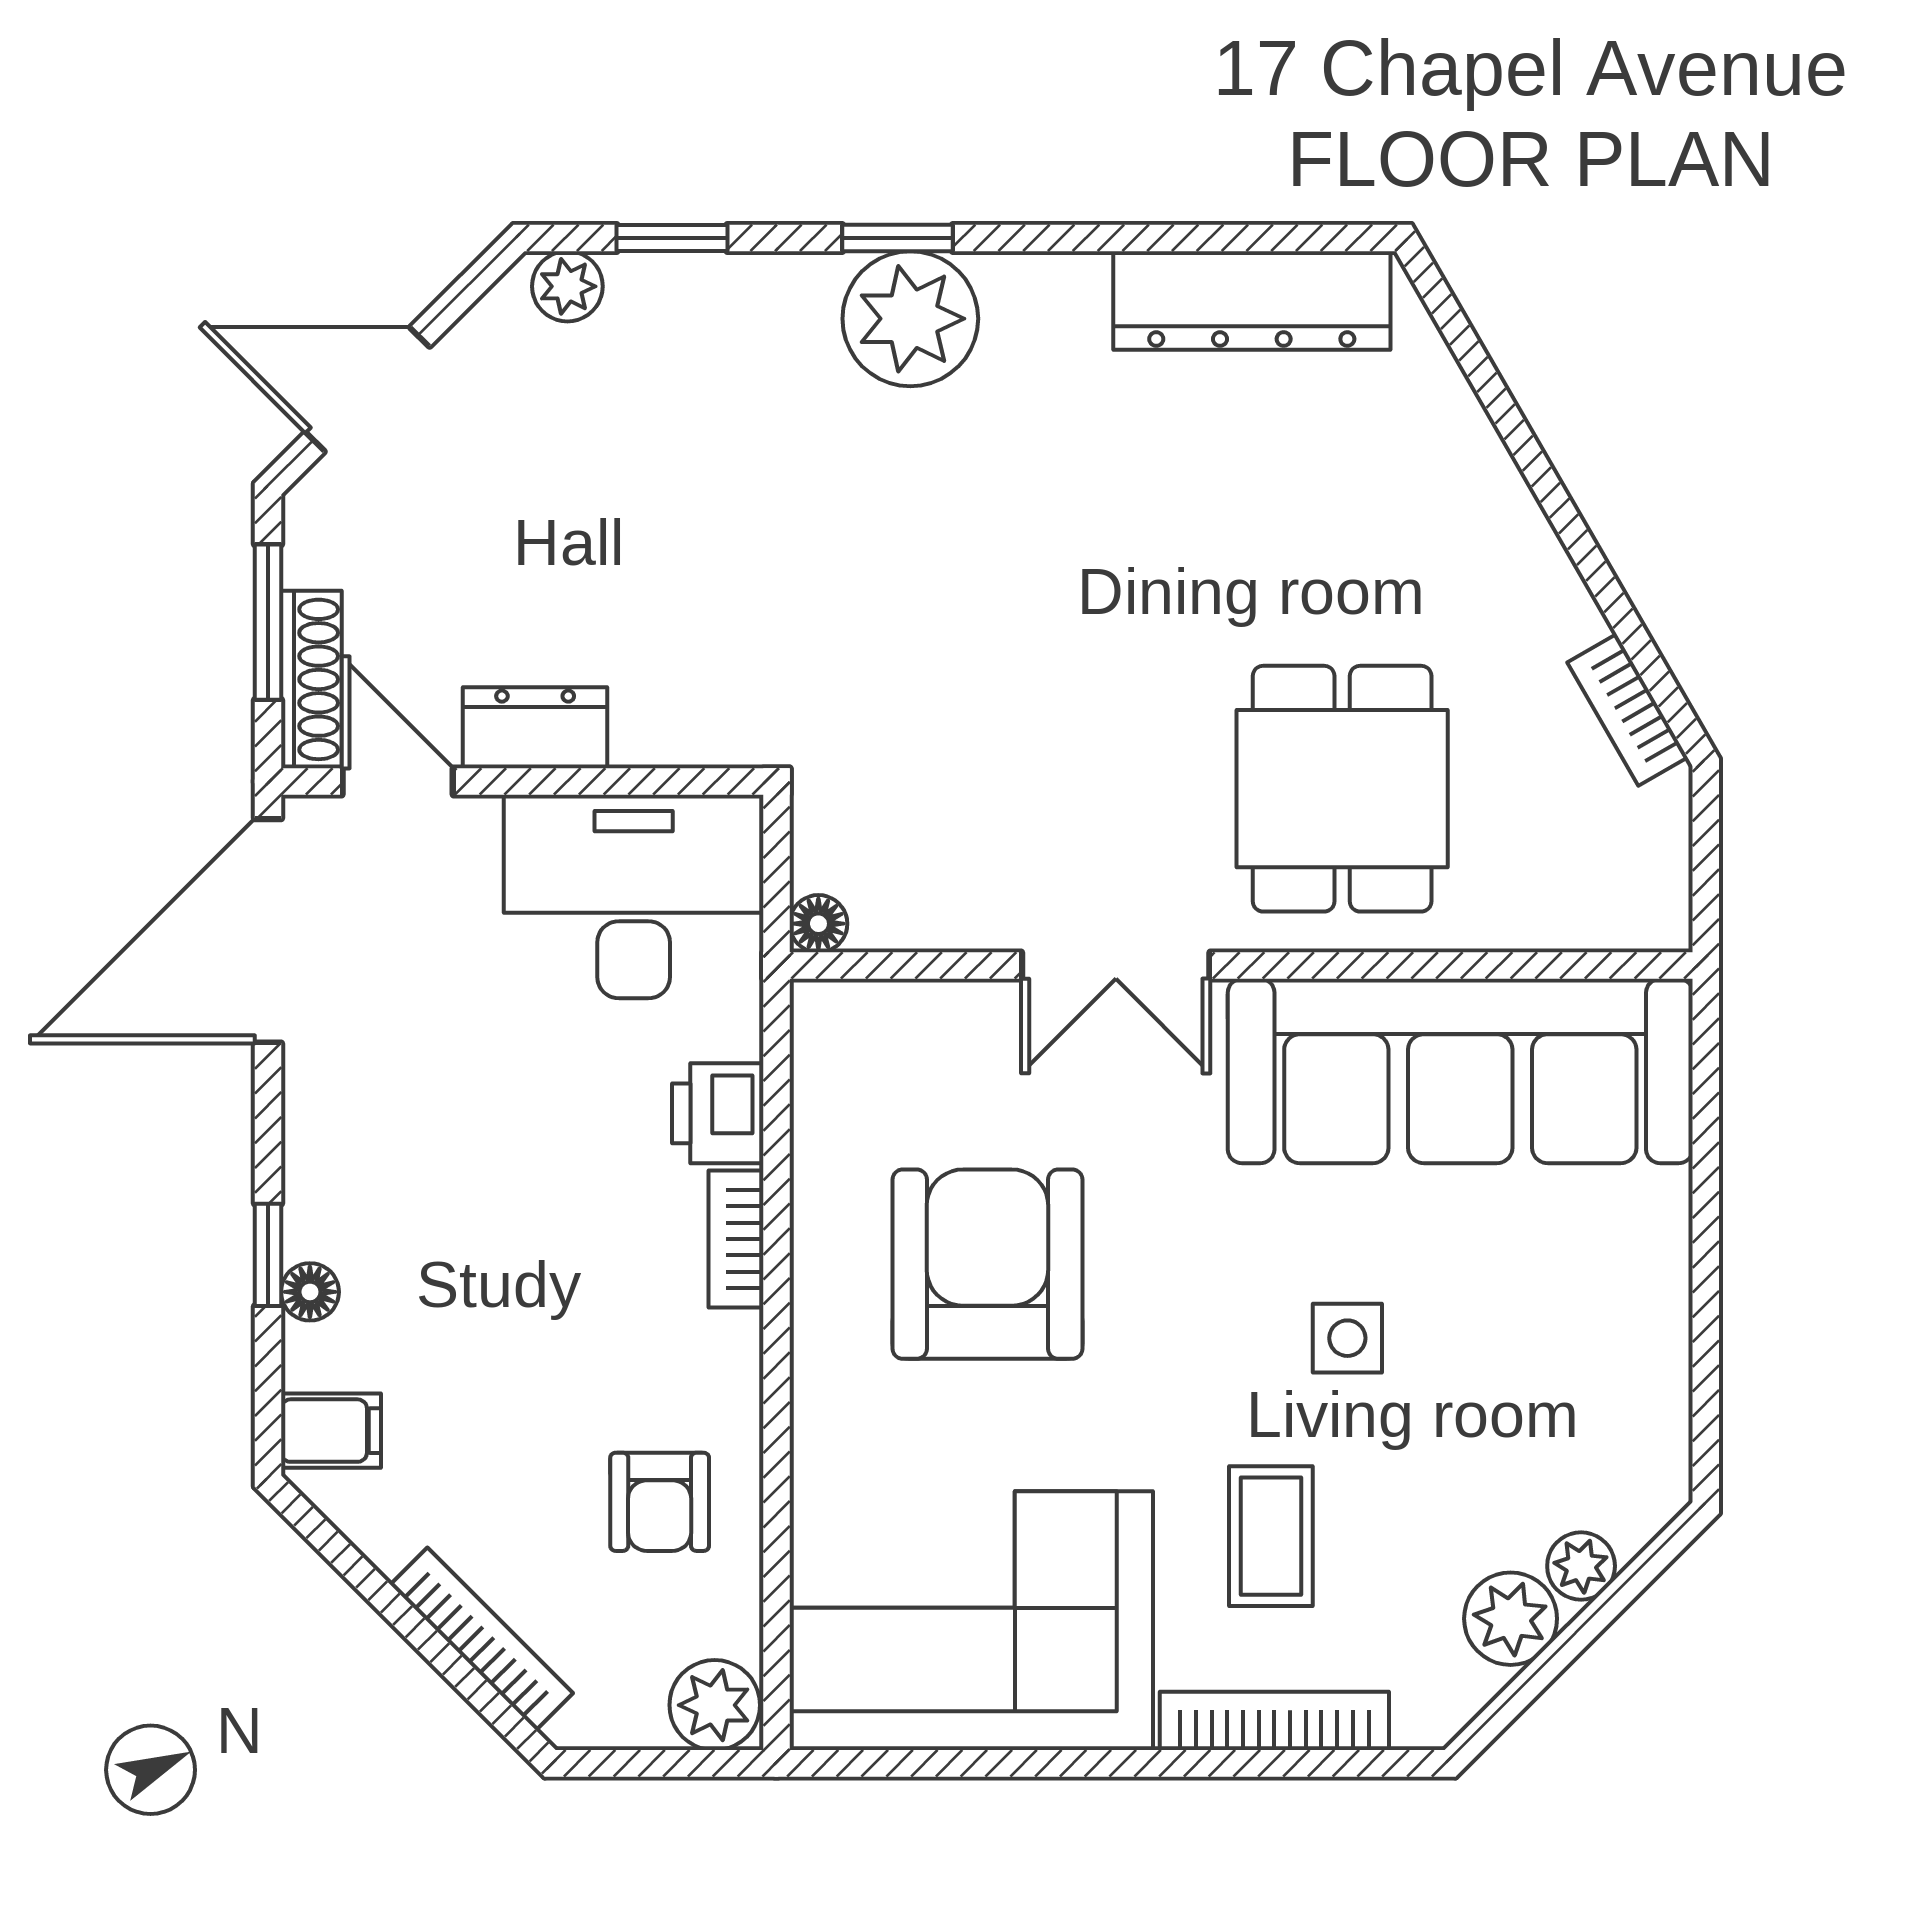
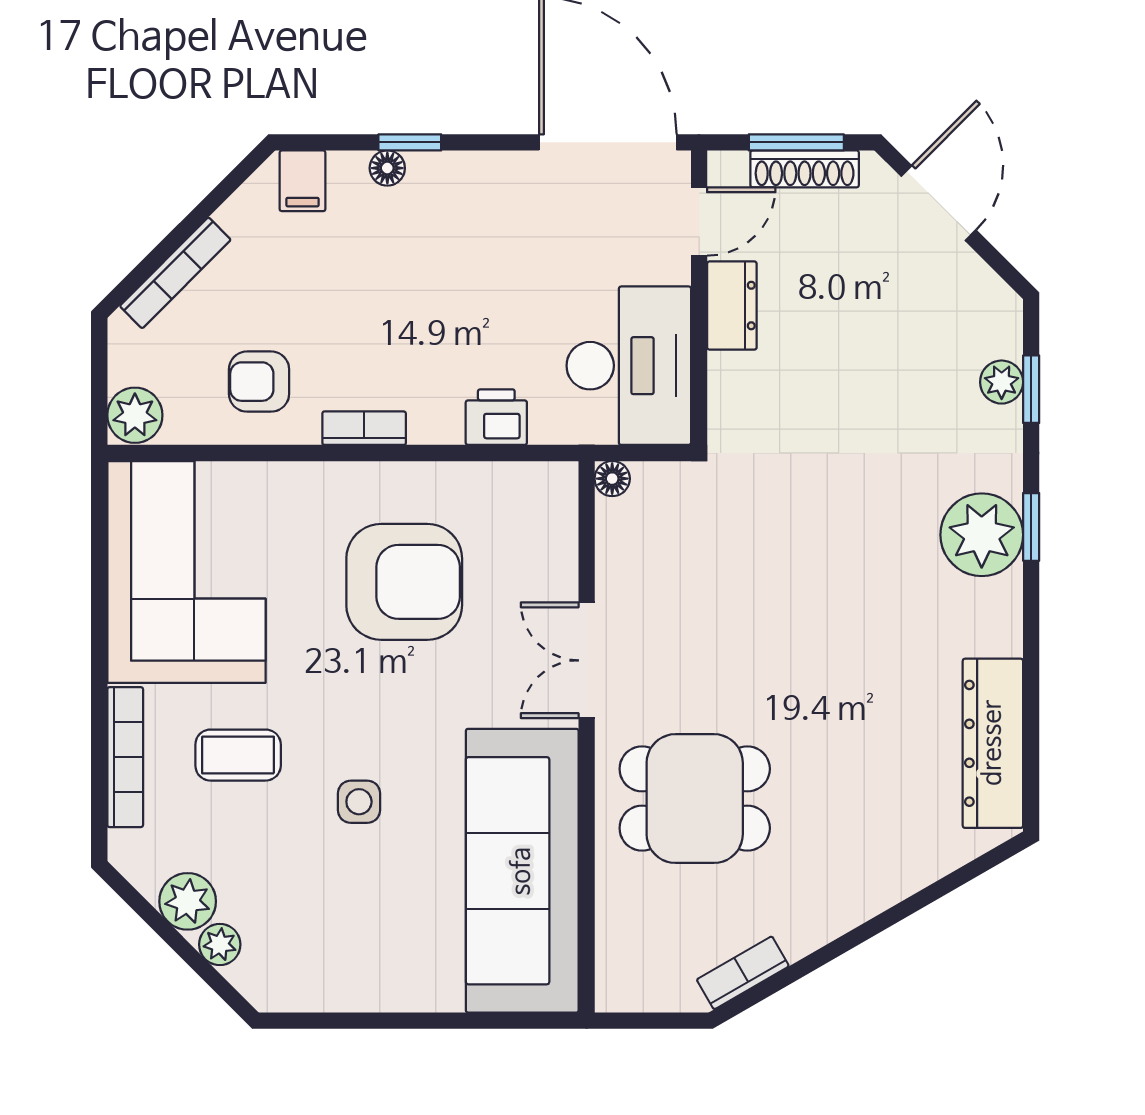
plant: (567, 286) -> (1002, 382), moved
shoe rack: (311, 679) -> (805, 169), moved
bookcase: (736, 1239) -> (364, 428), moved

